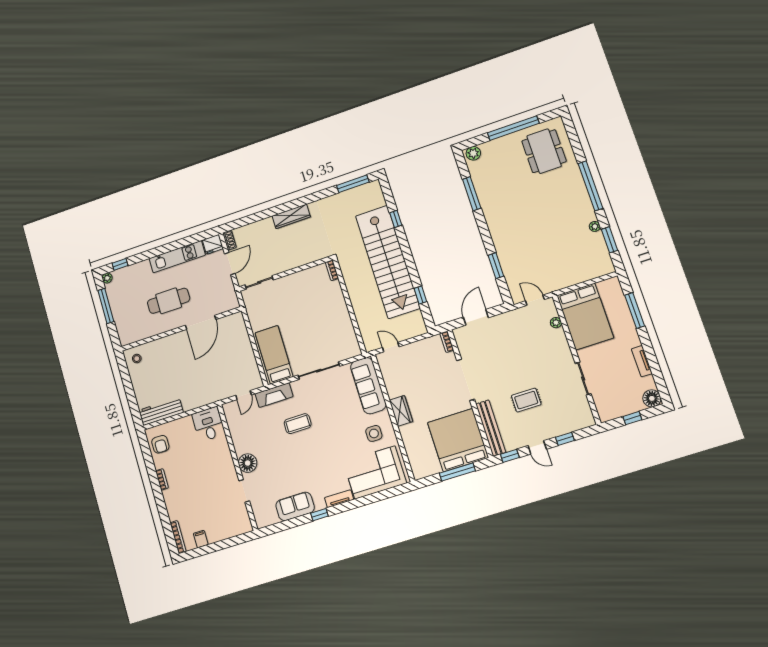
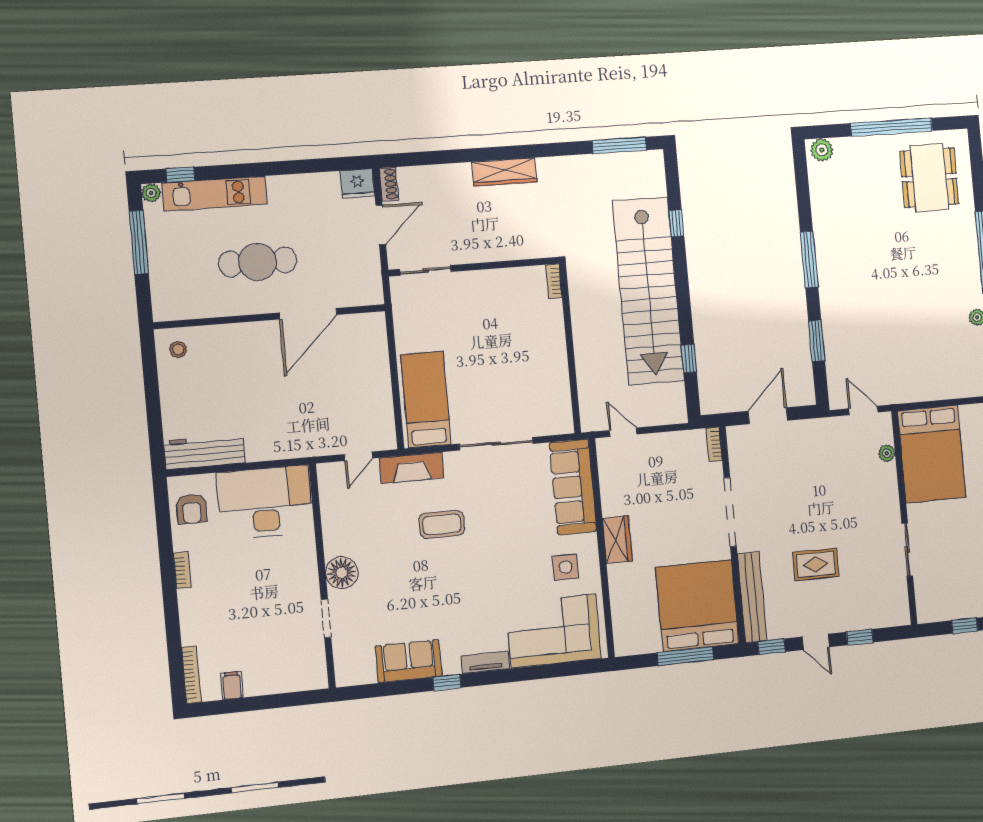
window: (472, 194) -> (809, 260), moved
kitchen unit: (177, 257) -> (215, 194), moved
desk: (208, 424) -> (265, 502), width x1.87, depth x1.30

